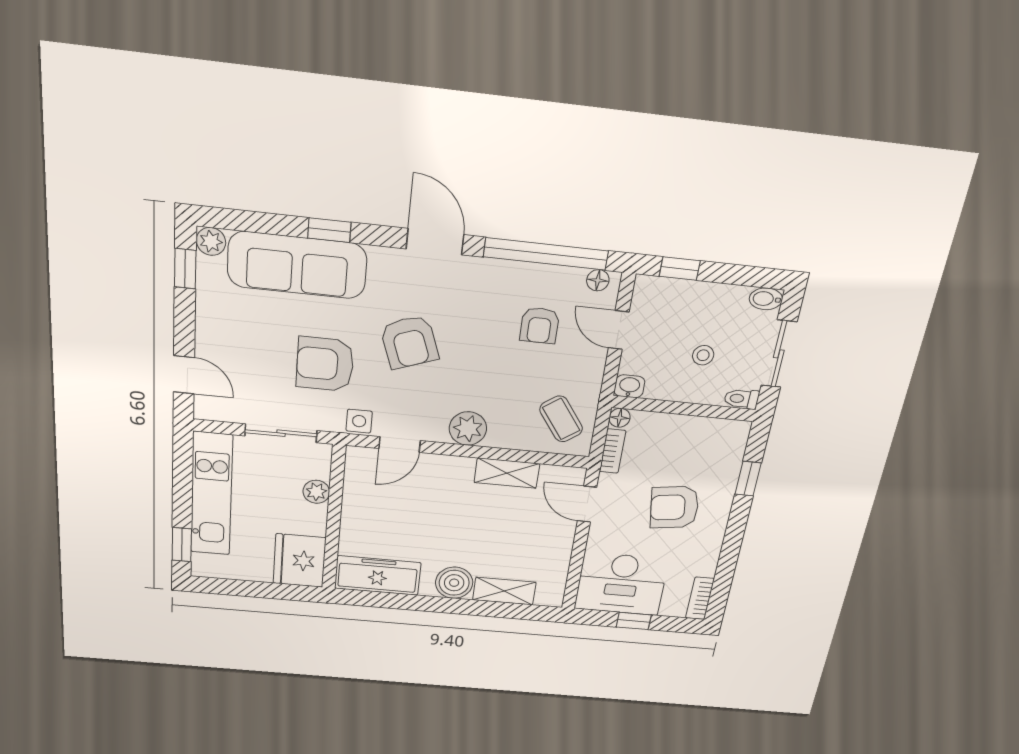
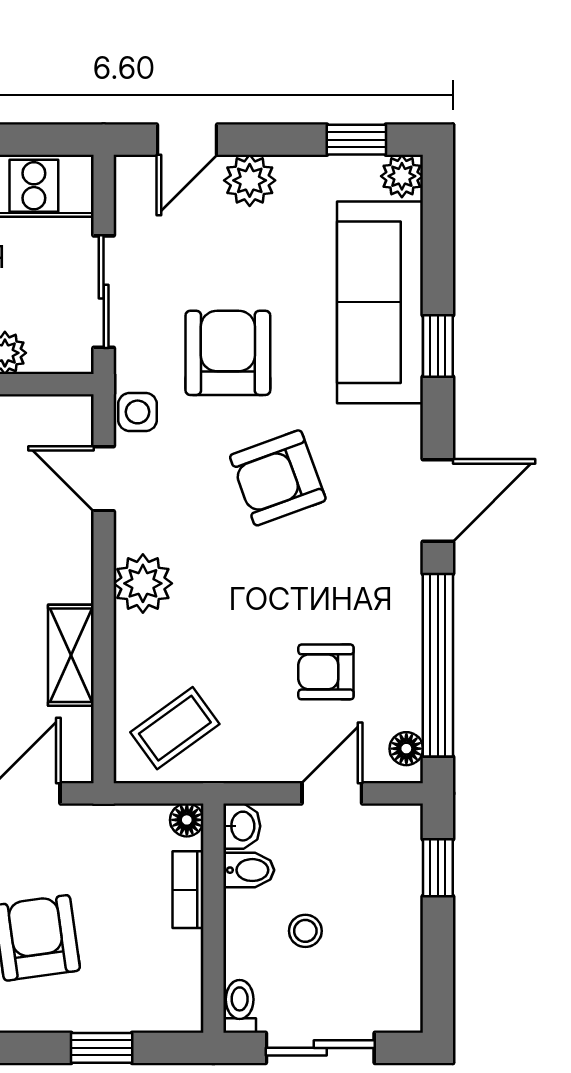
bidet: (766, 299) -> (249, 870), moved, turned 90
plant: (212, 339) -> (250, 180), added
bookcase: (613, 451) -> (188, 890), moved, turned 90

